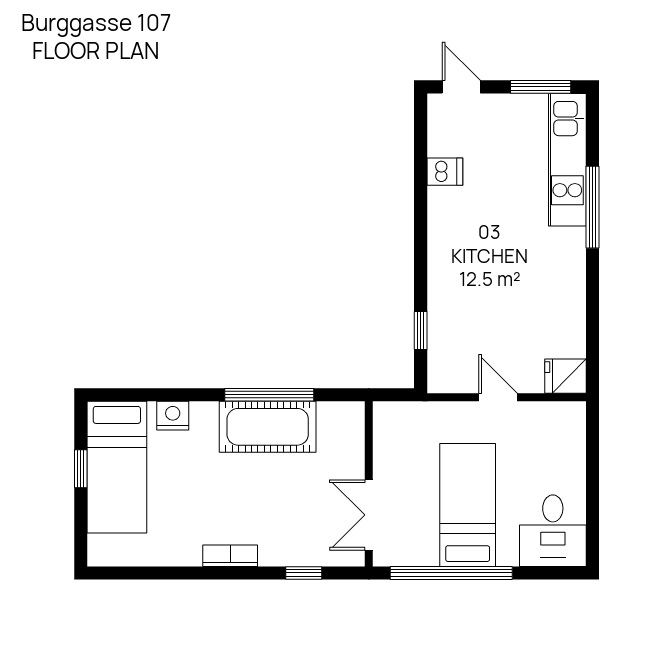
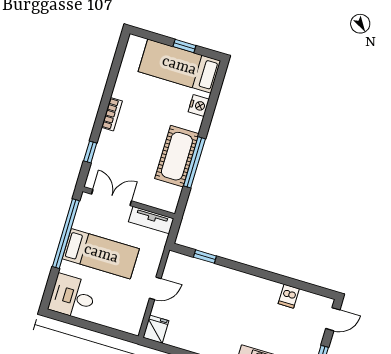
tv unit: (387, 438) -> (151, 220), added

